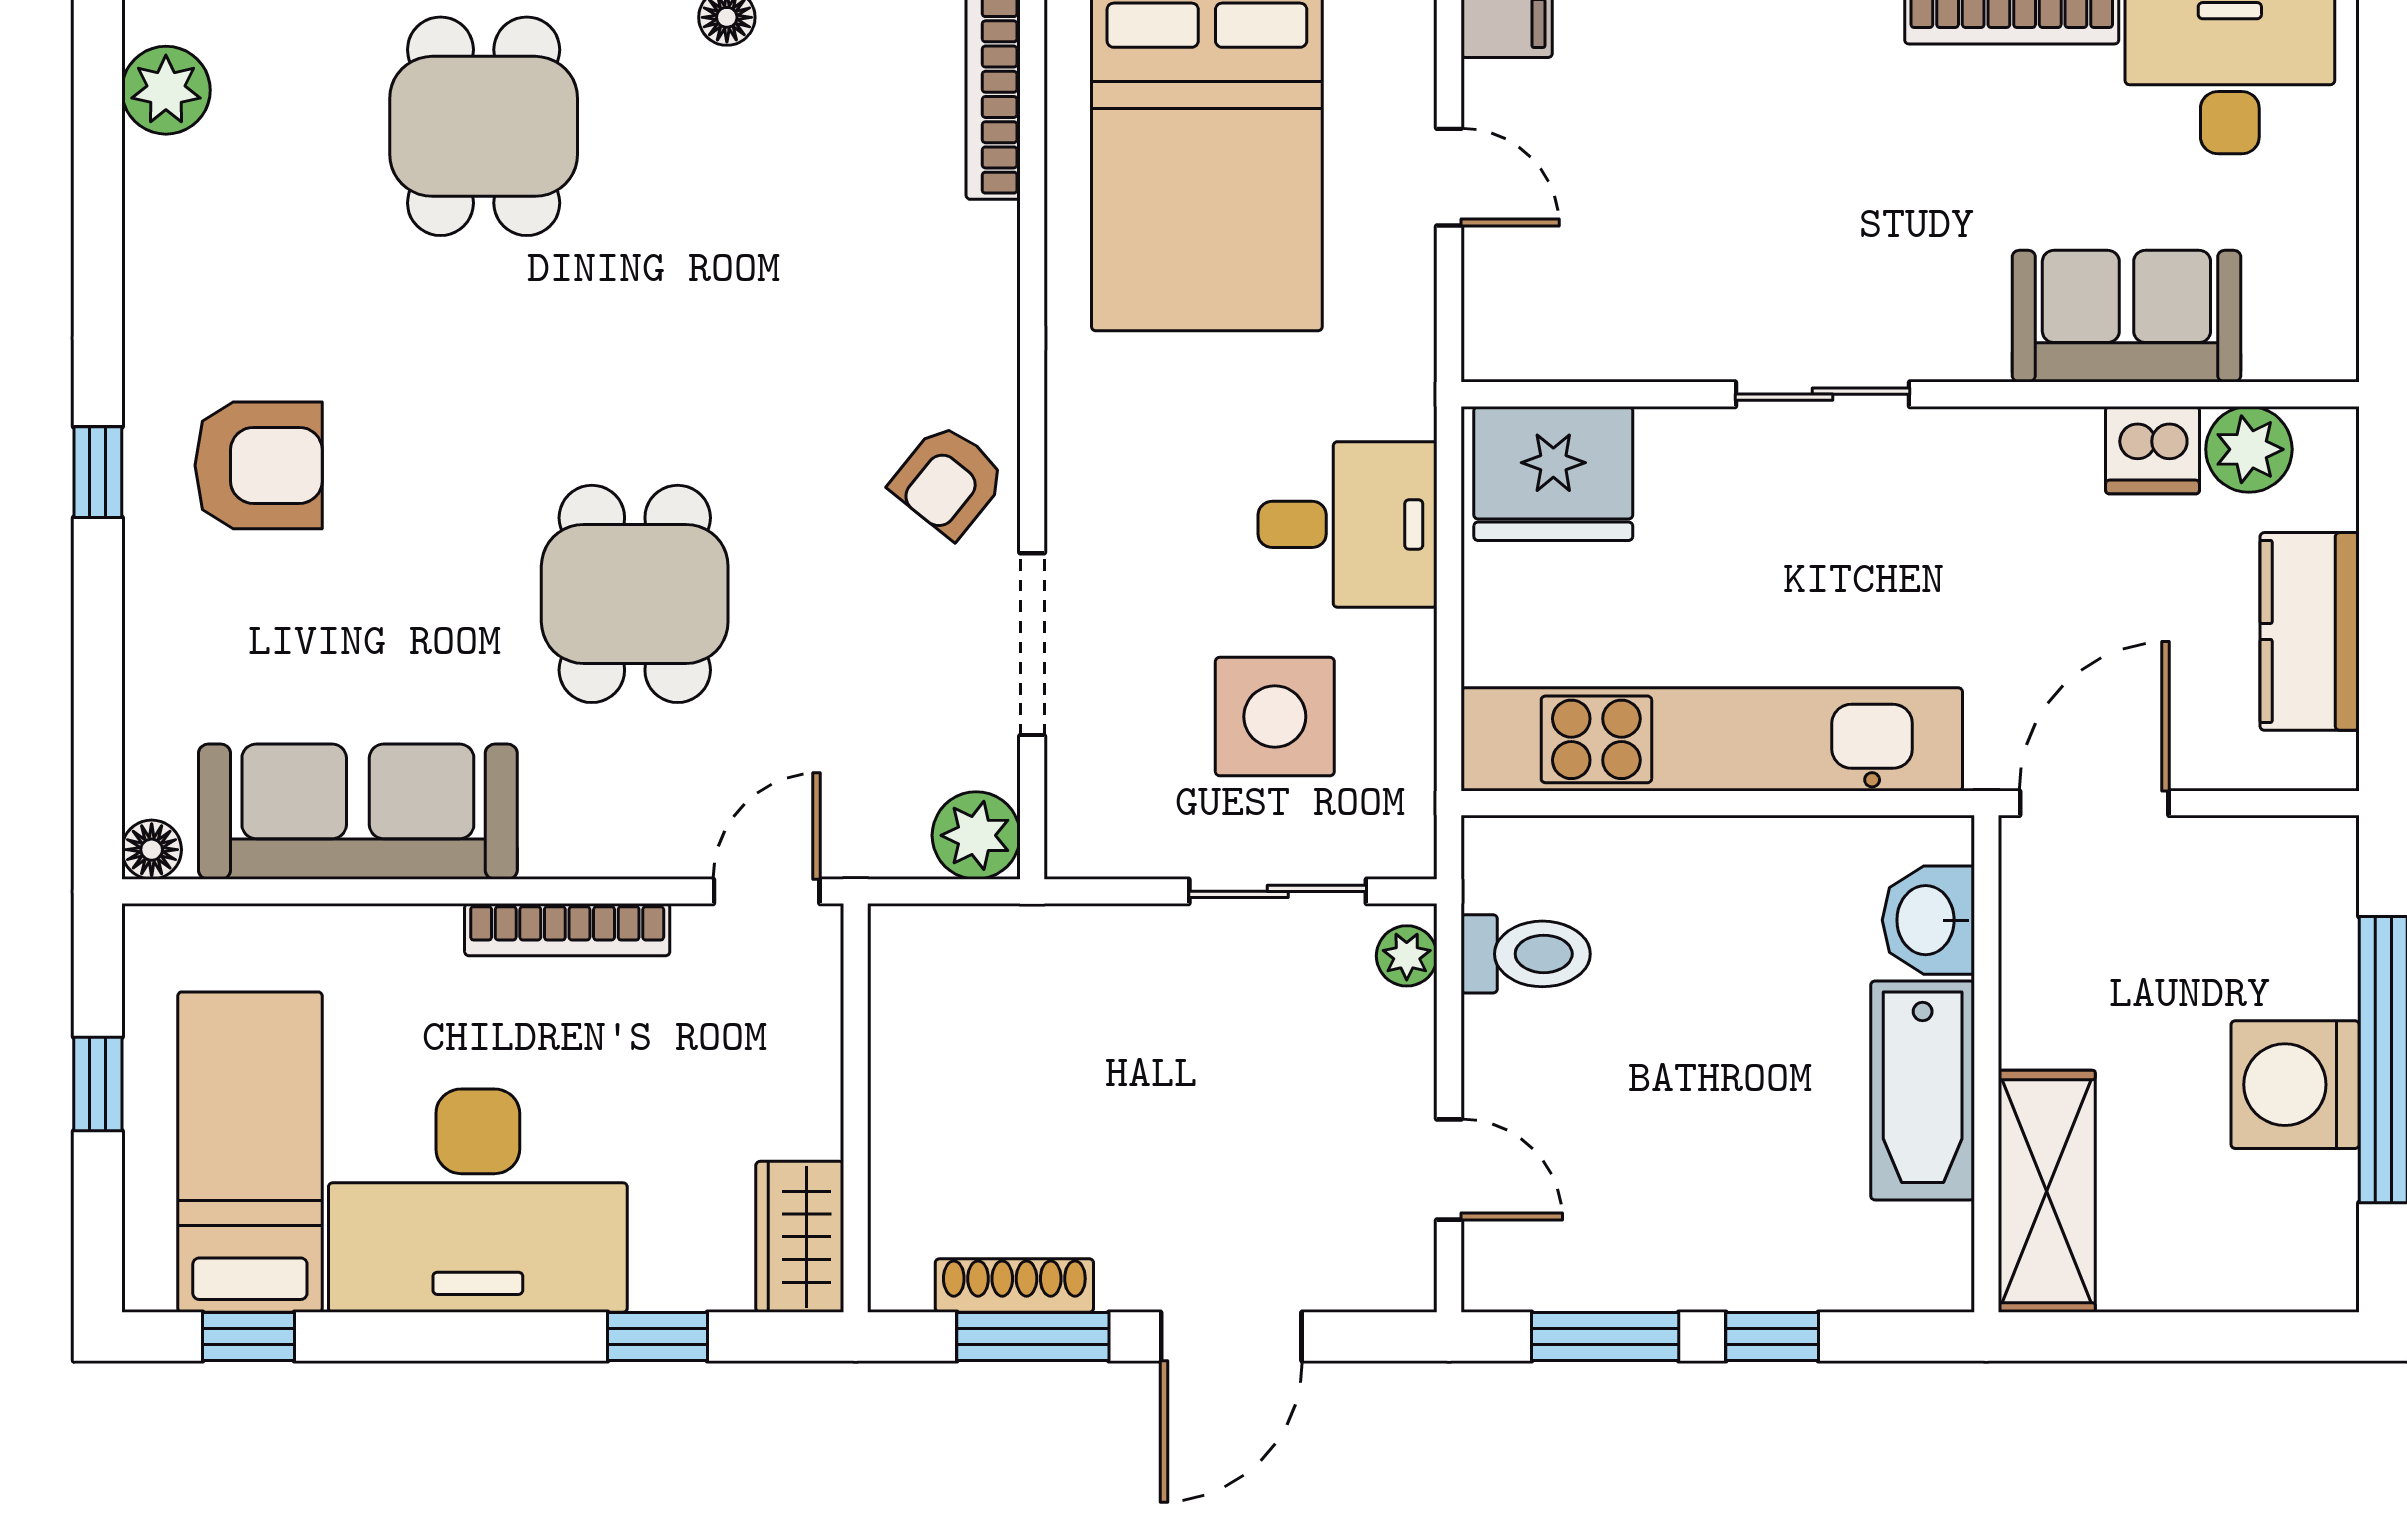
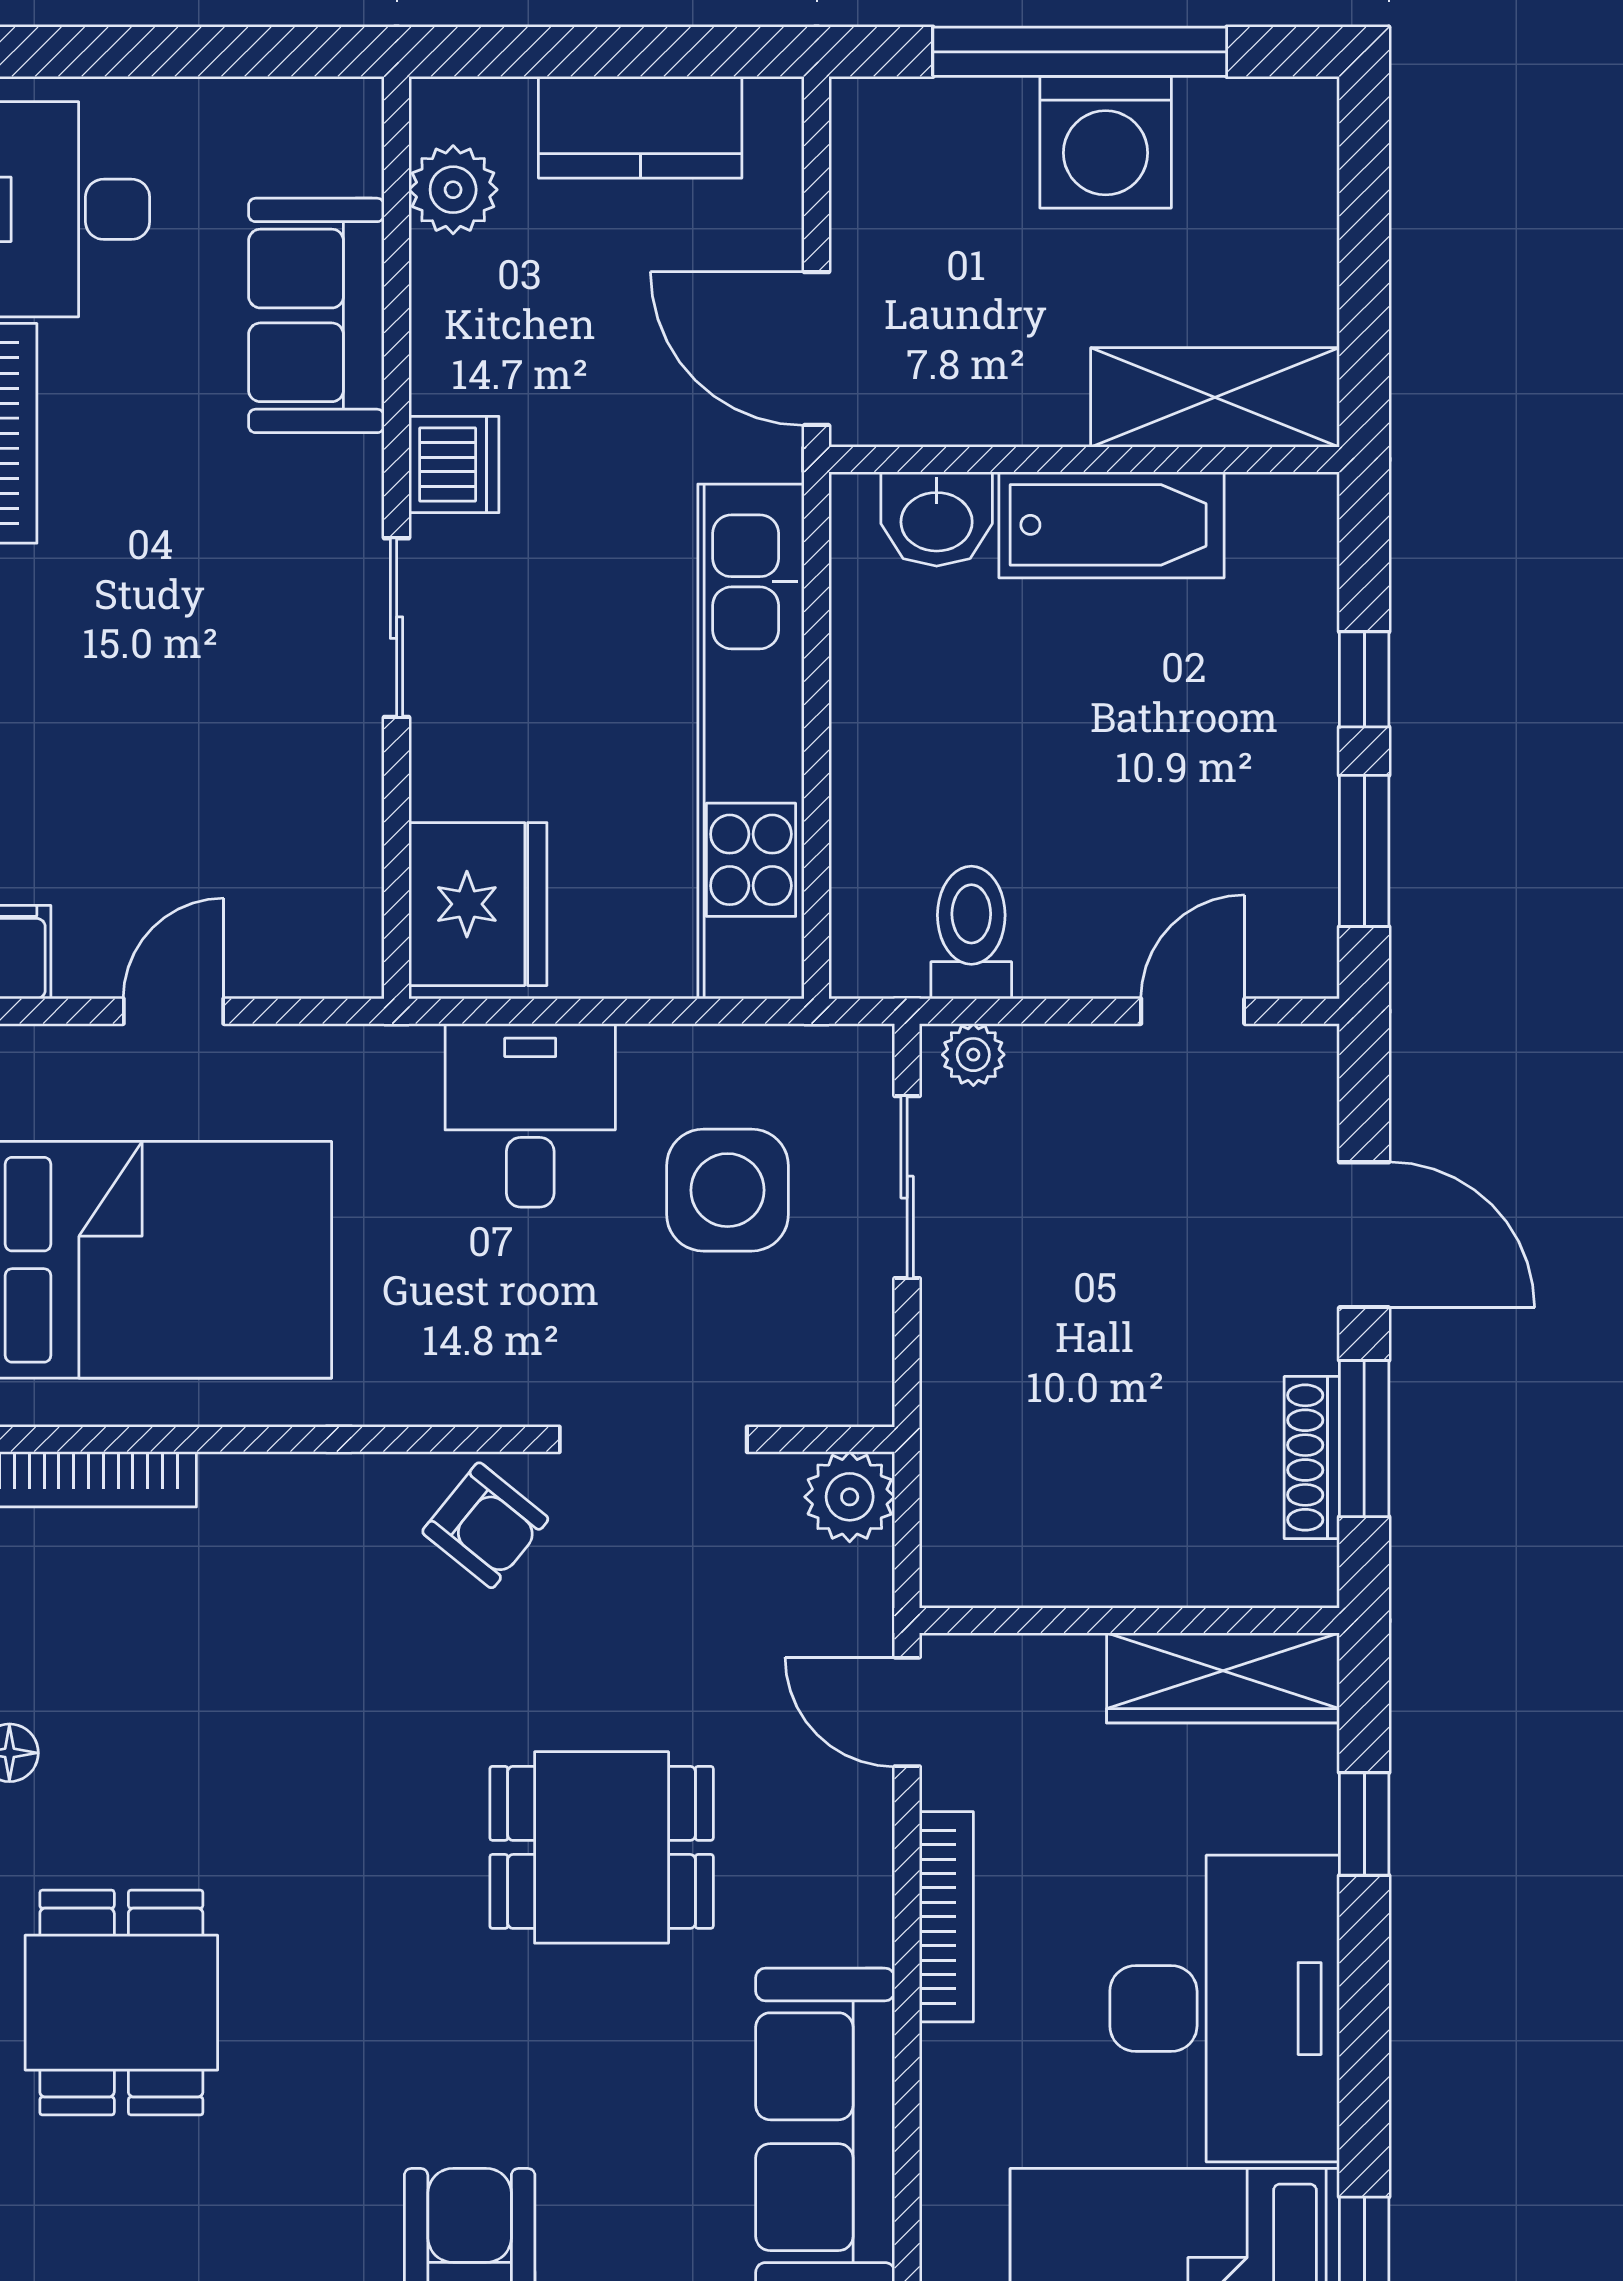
dining table: (484, 126) -> (121, 2003), turned 90
dishwasher: (2153, 450) -> (454, 464), moved
wardrobe: (800, 1237) -> (1223, 1678), width x1.50

